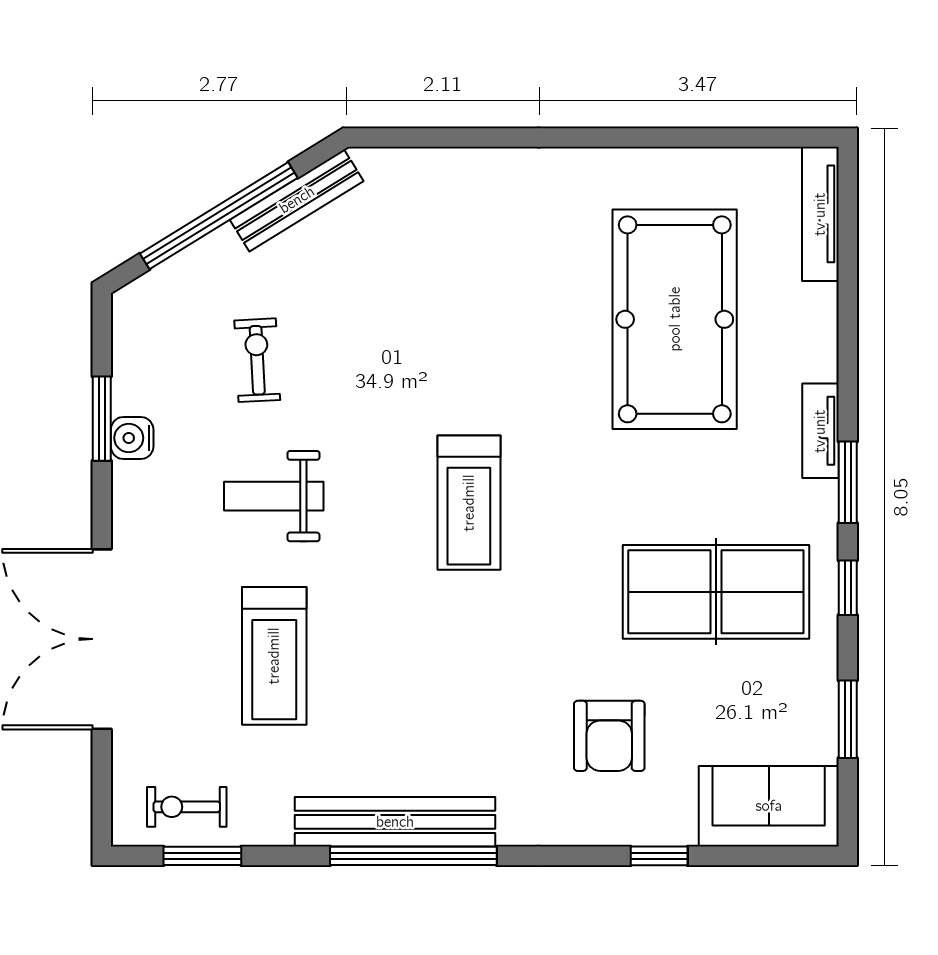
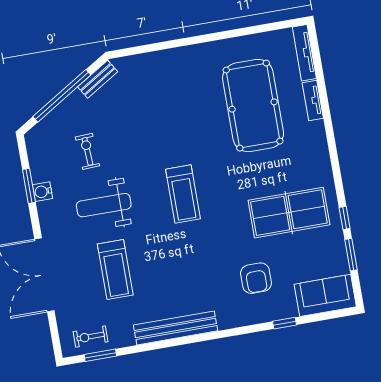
bench: (297, 200) -> (98, 79), width x0.73
tv unit: (820, 431) -> (313, 101), moved
window: (848, 482) -> (334, 159), removed
weight bench: (274, 496) -> (104, 205), width x1.36, depth x1.33
window: (848, 588) -> (345, 218), moved
window: (413, 856) -> (185, 340), removed

